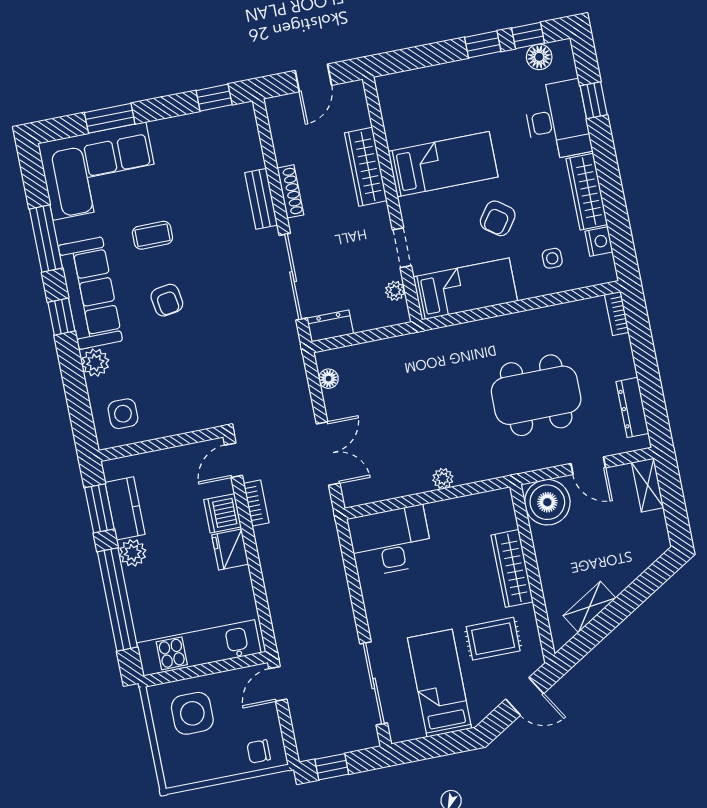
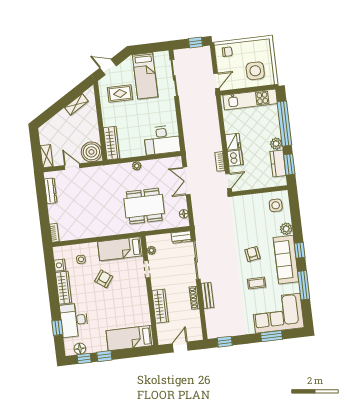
bed: (443, 164) -> (130, 338), moved
dining table: (536, 395) -> (144, 206), moved
wardrobe: (512, 568) -> (112, 143), moved

